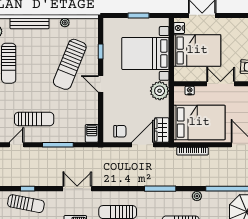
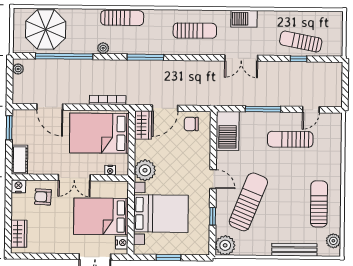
plant: (65, 23) -> (225, 245), moved, width x1.87, depth x1.87
barbecue: (92, 133) -> (228, 131), width x1.88, depth x1.53

